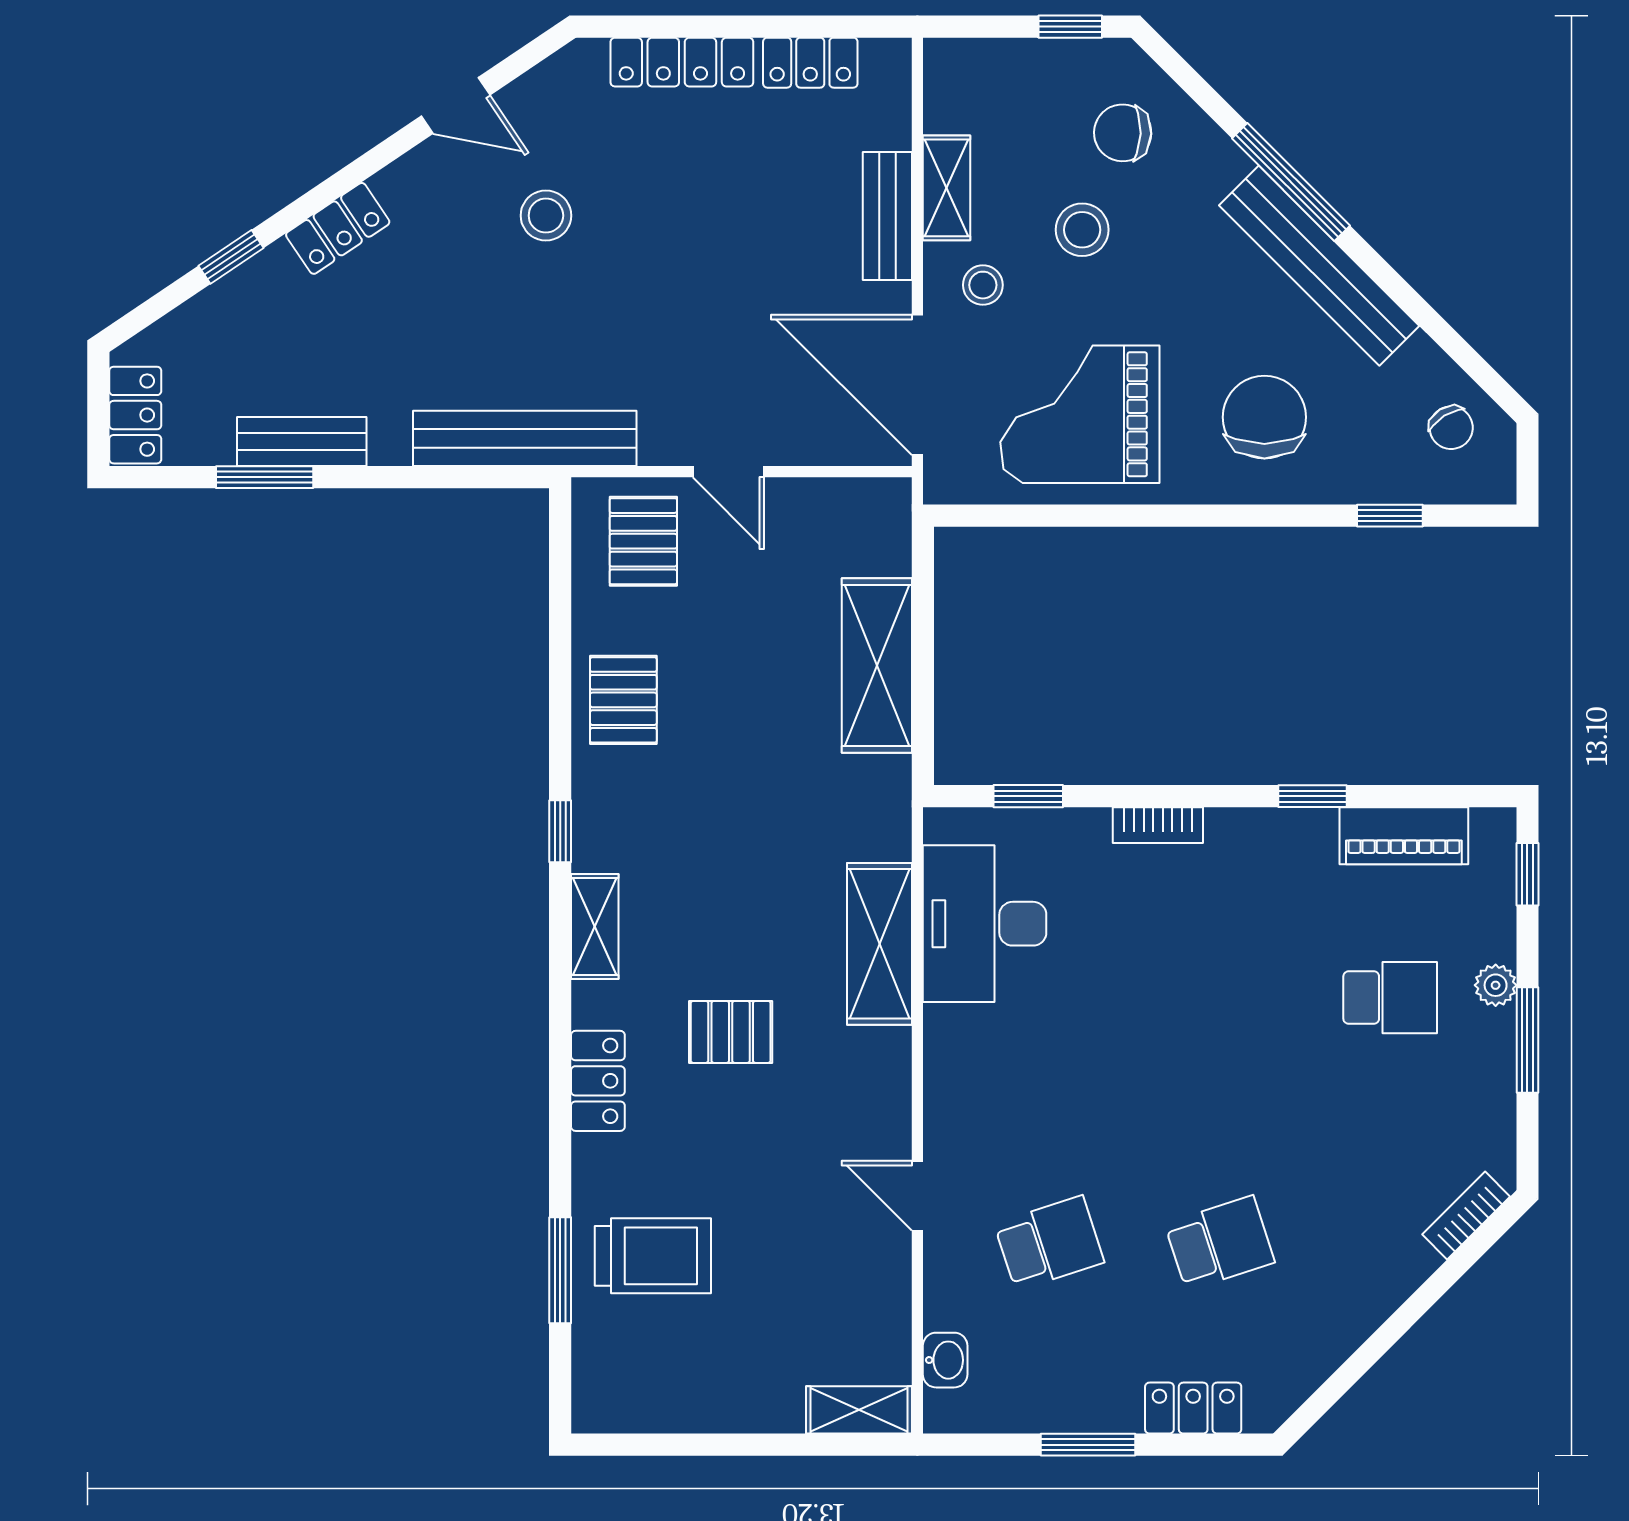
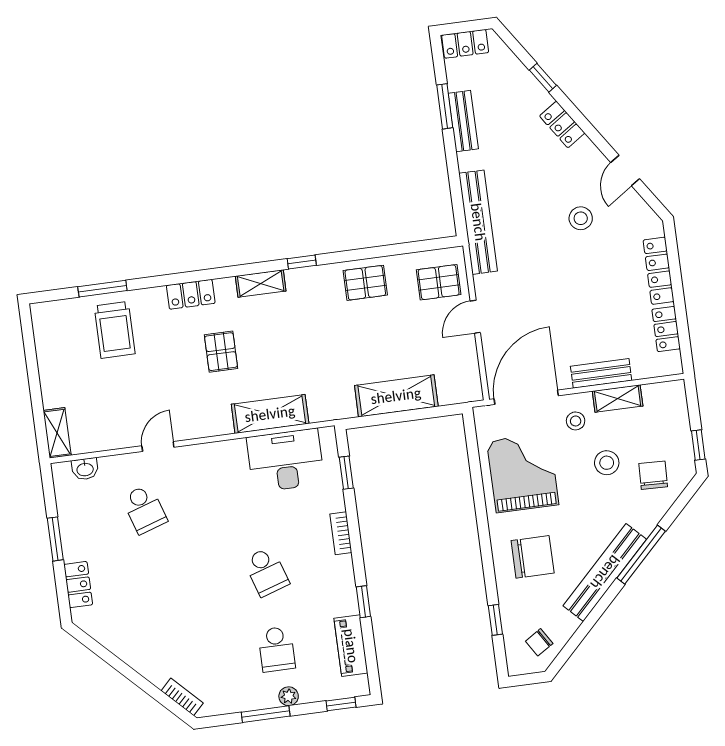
school desk: (1220, 1243) -> (266, 572), moved

